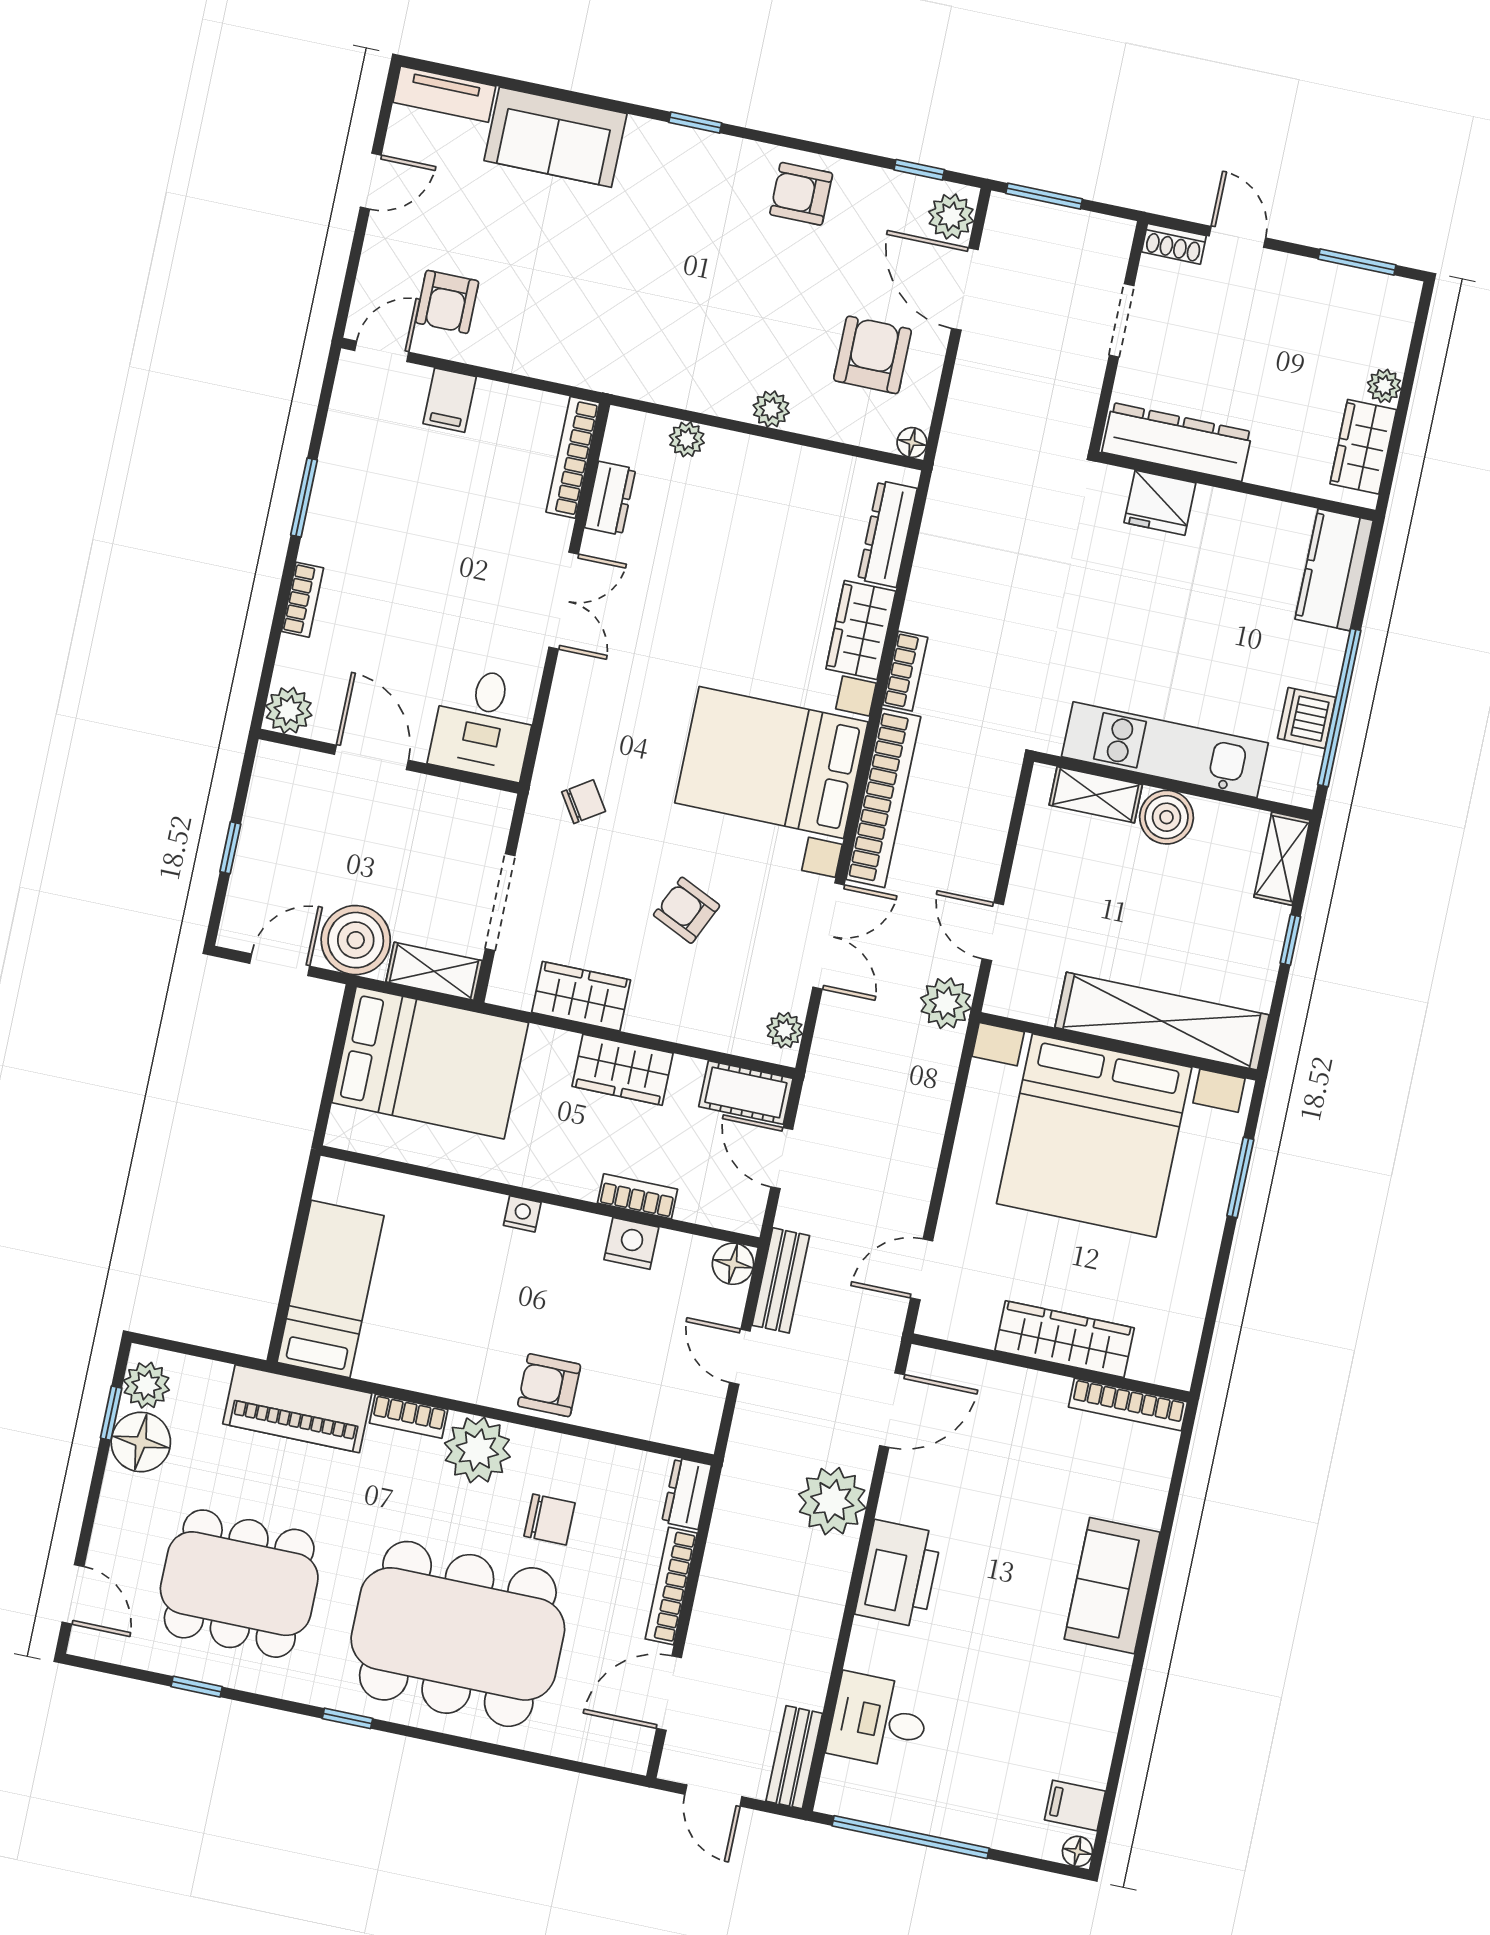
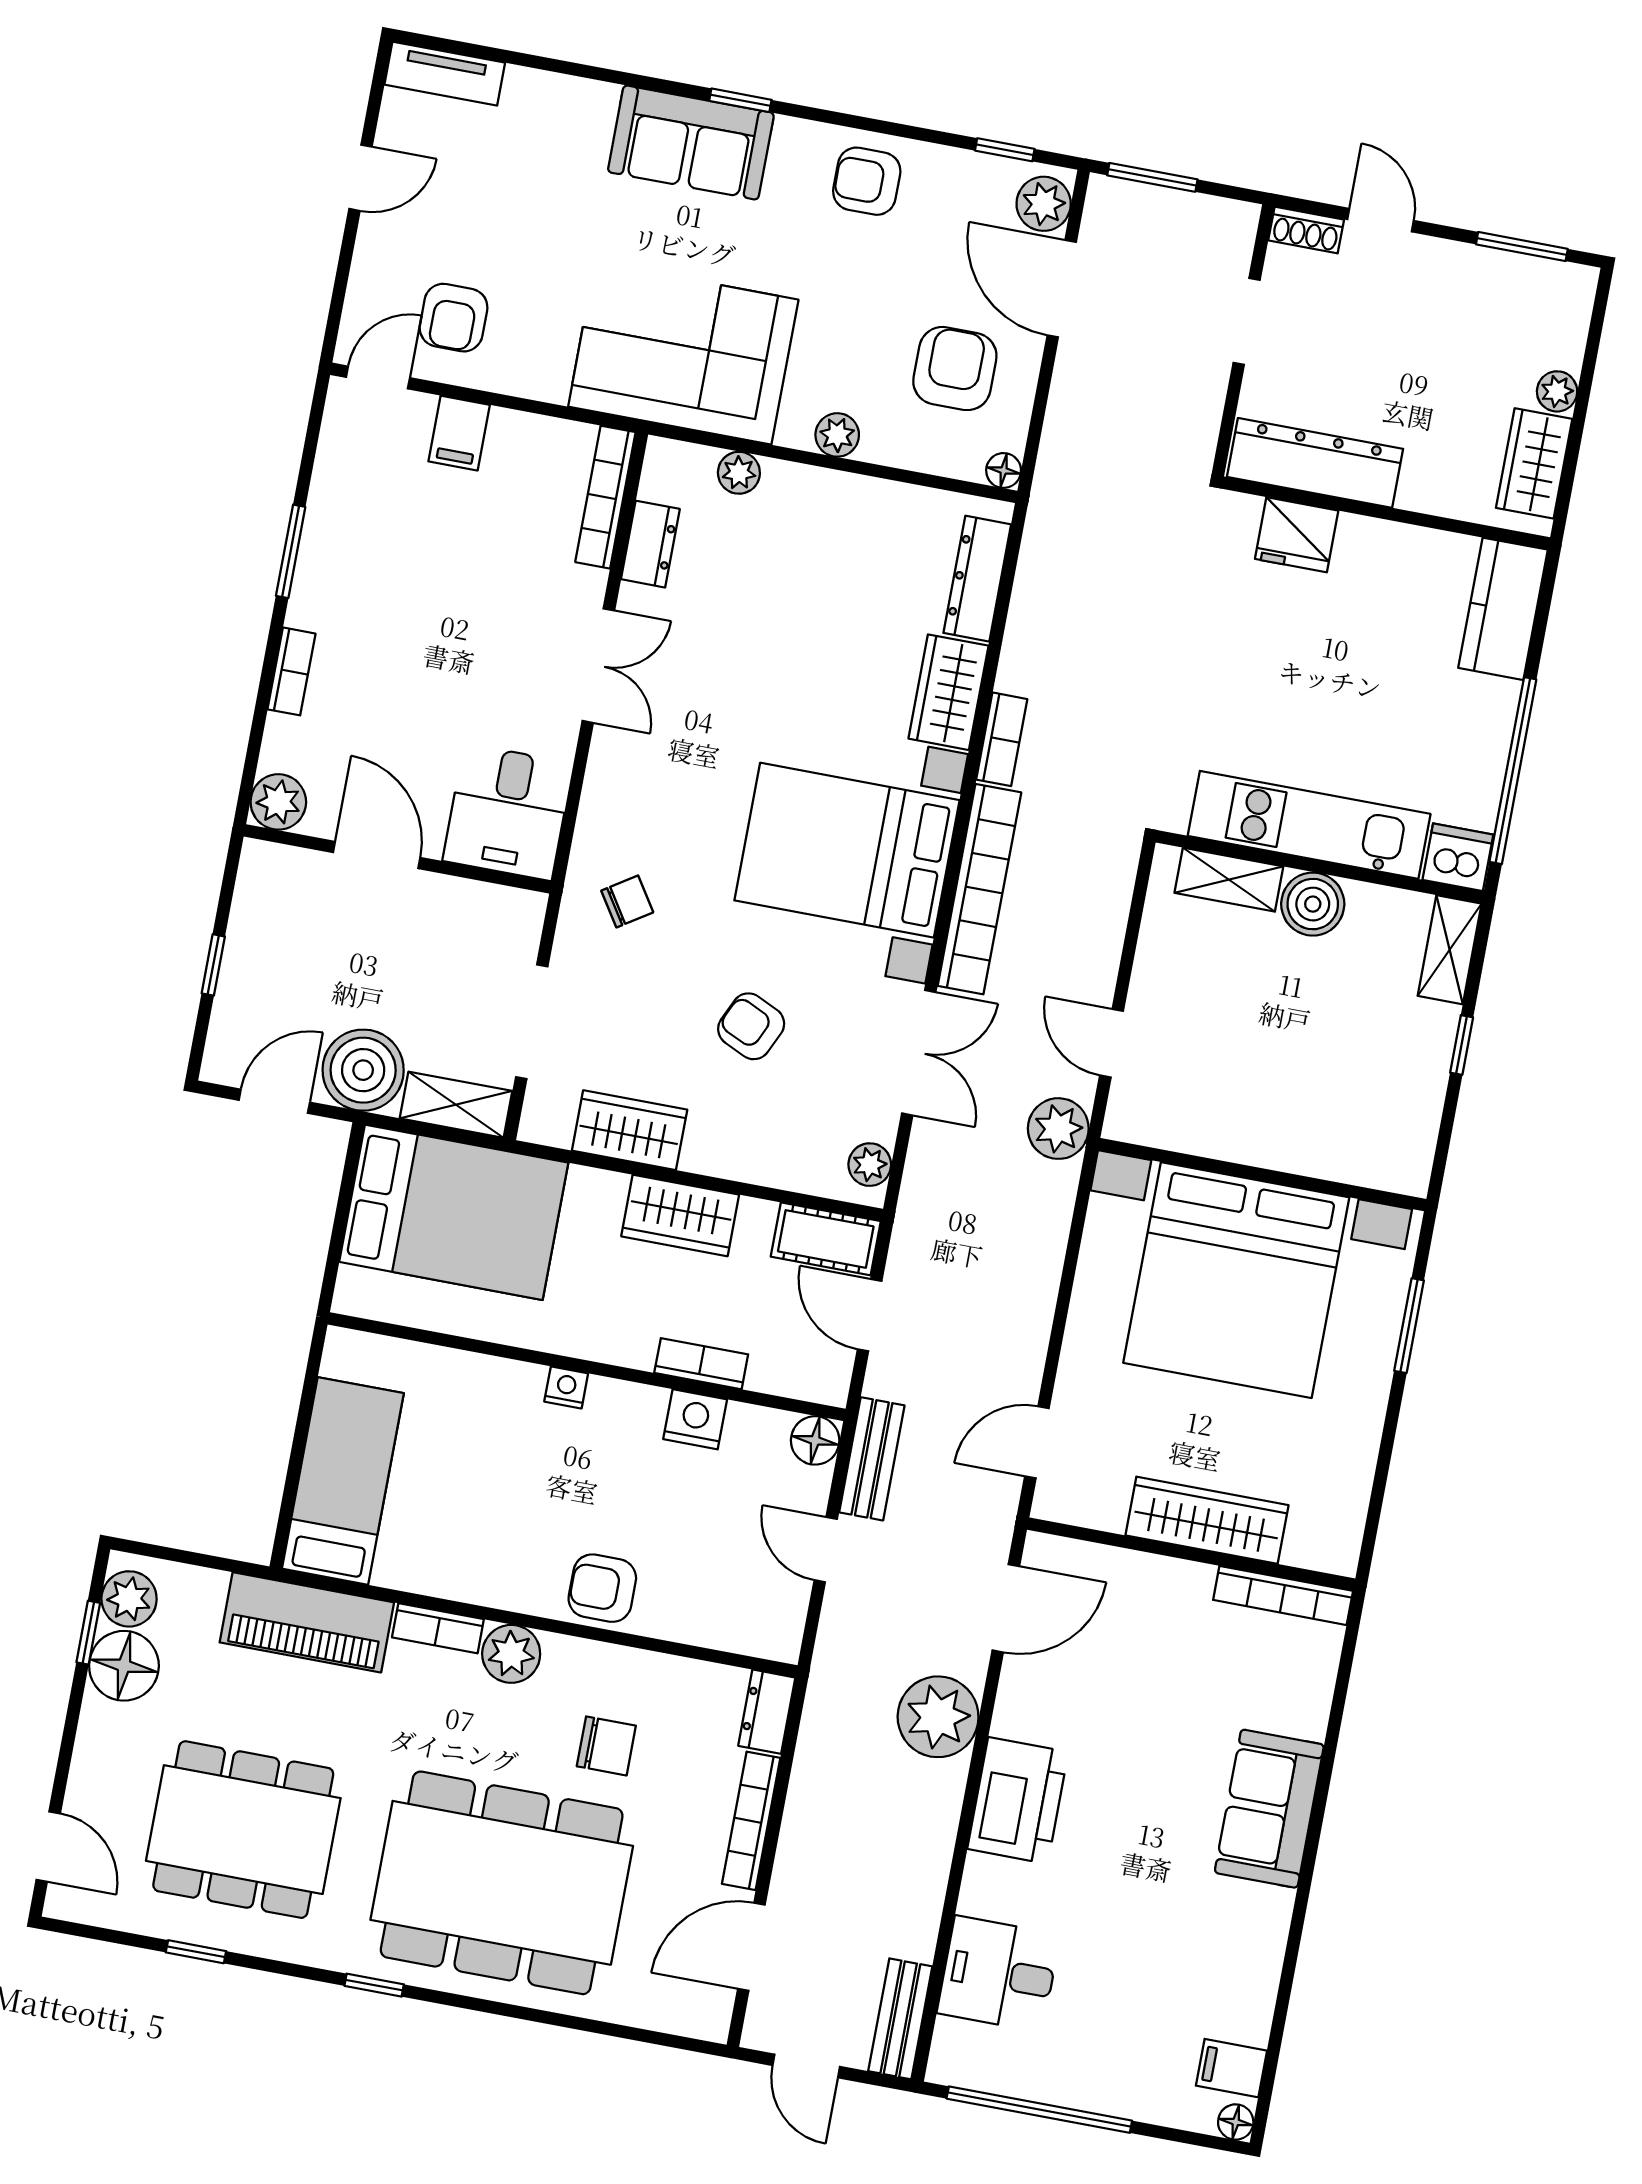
sofa: (555, 137) -> (691, 142), moved
corner sofa: (642, 337) -> (683, 353), added
dishwasher: (1307, 718) -> (1458, 857), moved, turned 90
shelving: (1162, 1021) -> (1313, 1144), removed
plant: (477, 1450) -> (511, 1654), width x0.73, depth x0.73

